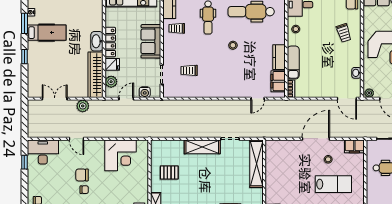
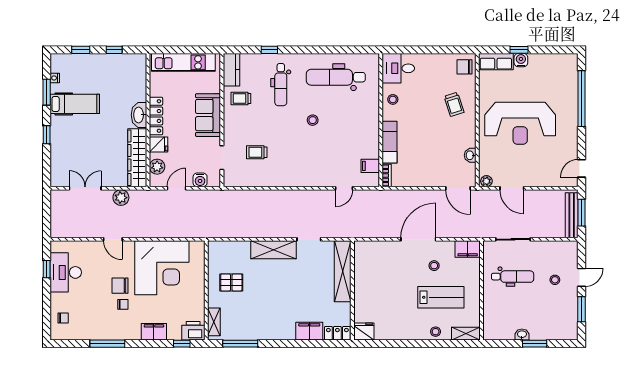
kitchen counter: (279, 57) -> (371, 135), removed
filing cabinet: (278, 81) -> (370, 166), width x0.50
desk: (43, 152) -> (66, 272), moved, turned -90
corner desk: (120, 155) -> (162, 268), width x1.36, depth x1.36

